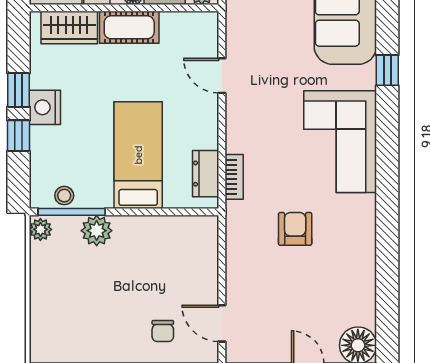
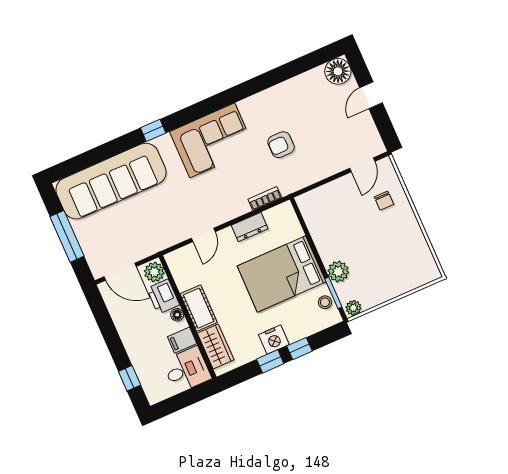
bed: (138, 155) -> (282, 274), width x1.50
dresser: (206, 174) -> (250, 227), moved
window: (72, 212) -> (333, 293), width x0.69
chair: (163, 331) -> (384, 201), turned 90

